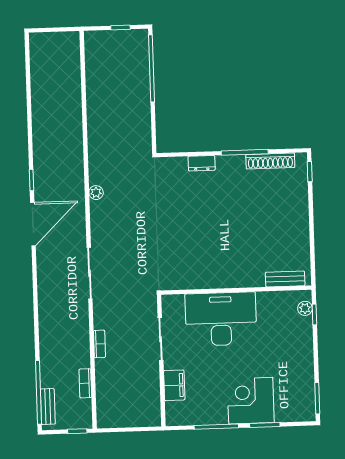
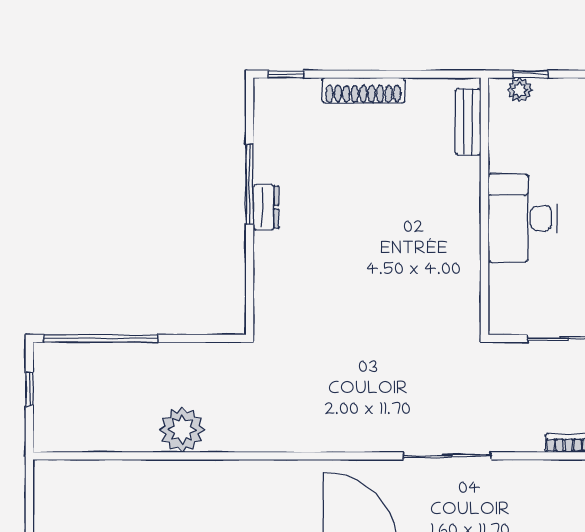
shoe rack: (270, 161) -> (363, 90), moved, turned 90
dresser: (202, 163) -> (266, 207), moved
plant: (96, 193) -> (182, 430), moved, width x1.87, depth x1.87
desk: (221, 319) -> (523, 218), width x0.73, depth x0.77

